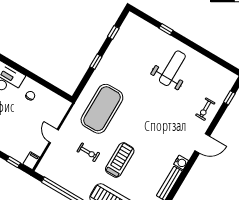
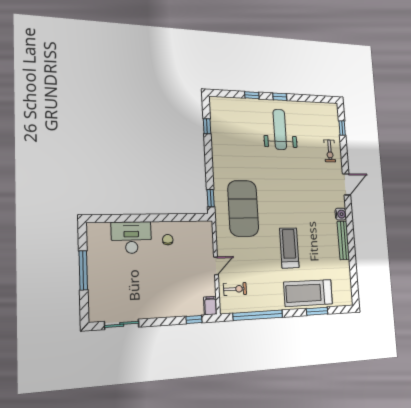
window: (190, 43) -> (280, 97), added
window: (96, 62) -> (211, 198), moved
door: (54, 136) -> (216, 266), swing flipped
exercise bike: (88, 152) -> (235, 289), moved

